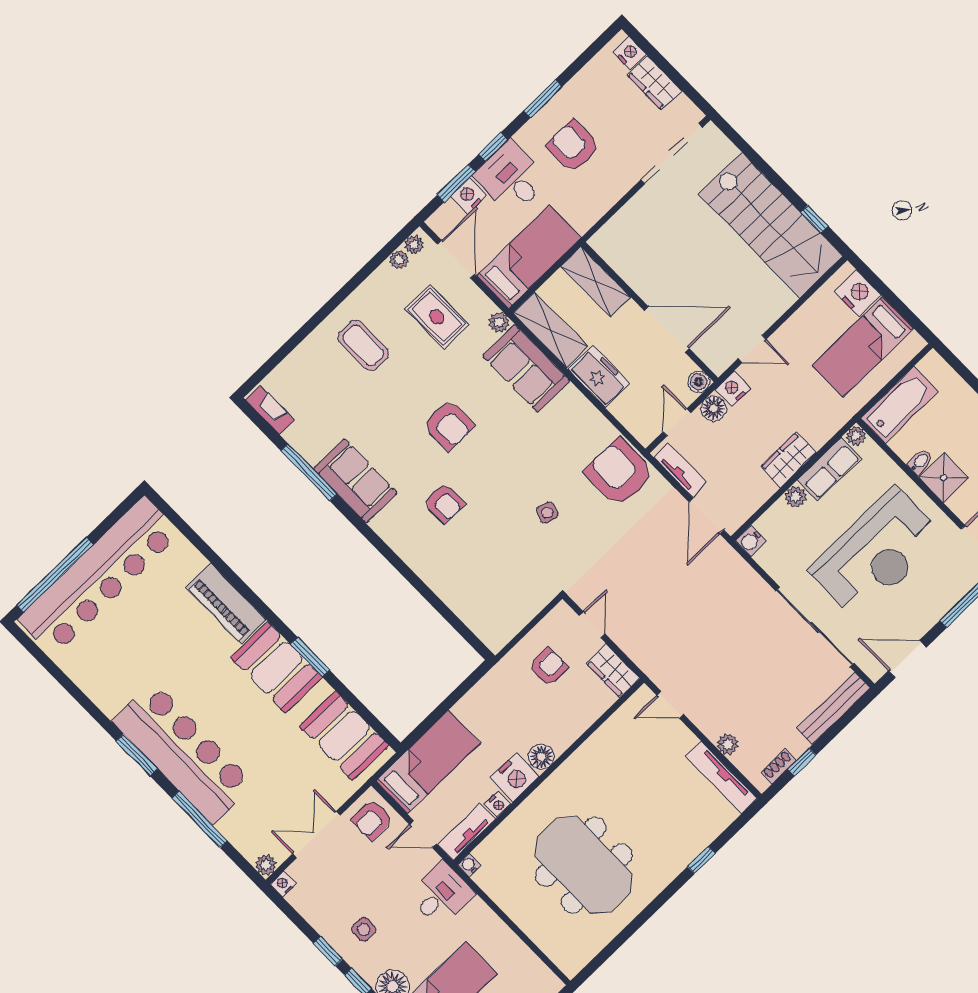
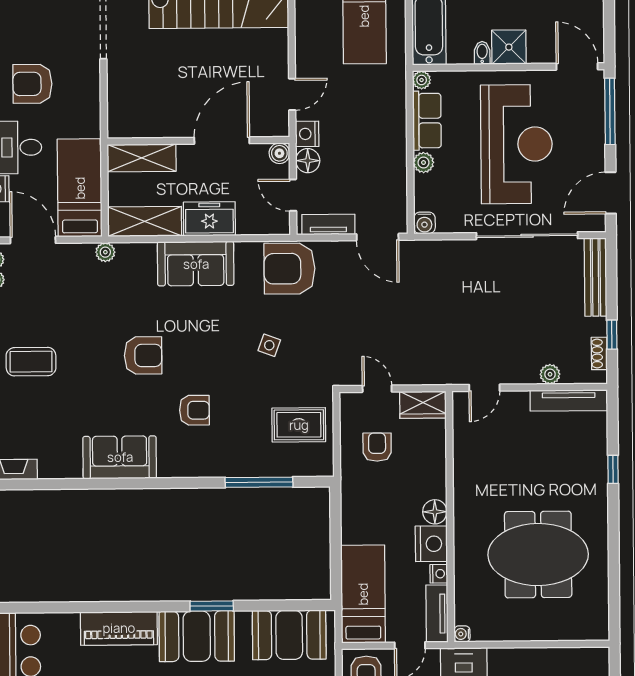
rug: (437, 317) -> (299, 425), moved
sofa: (526, 368) -> (196, 264), moved
wardrobe: (788, 460) -> (393, 143), removed
window: (309, 472) -> (259, 482), moved

